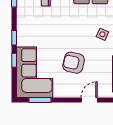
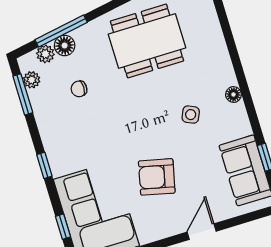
window: (14, 60) -> (63, 227), moved

